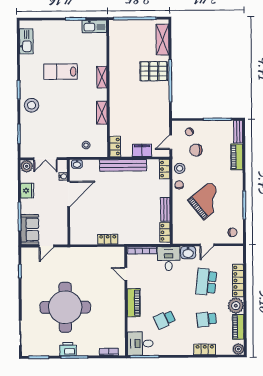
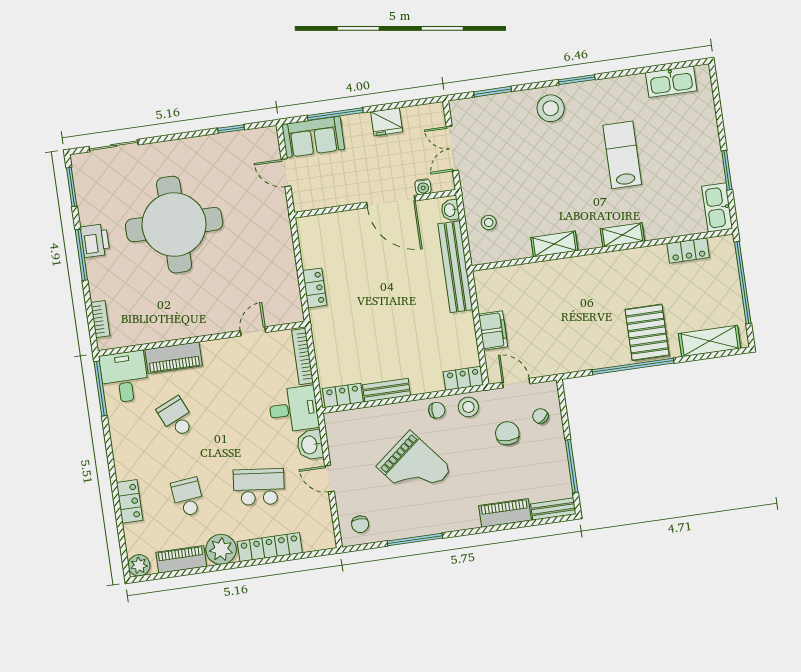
locker: (115, 146) -> (688, 251), moved
bench: (123, 165) -> (455, 267), moved
plant: (27, 166) -> (433, 115), removed
piano: (134, 303) -> (174, 358), moved

